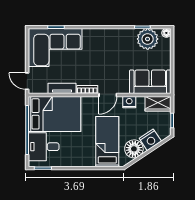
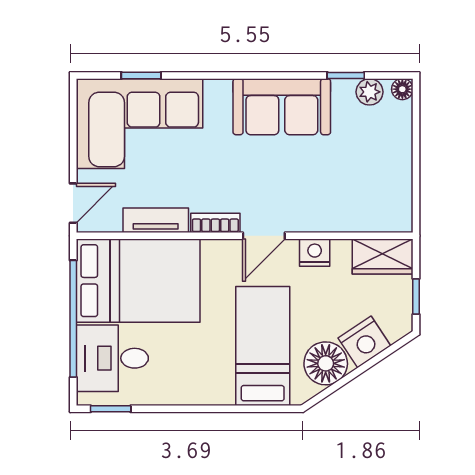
plant: (148, 39) -> (370, 92), width x0.53, depth x0.53
door: (27, 81) -> (73, 203), swing flipped
sofa: (150, 82) -> (282, 107), moved, turned 180

